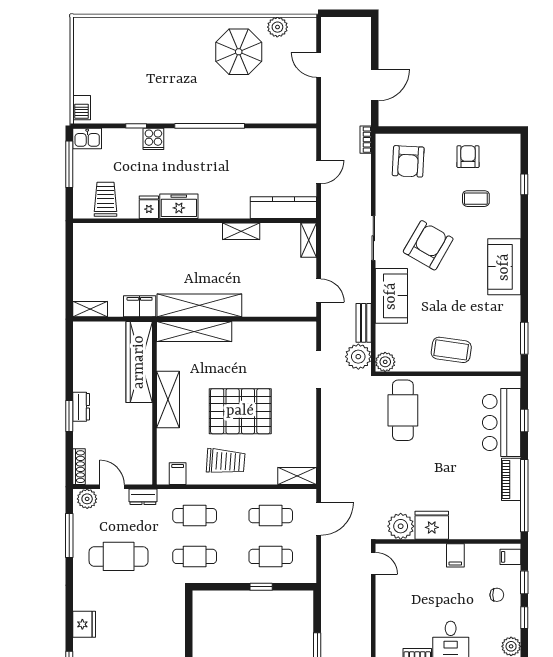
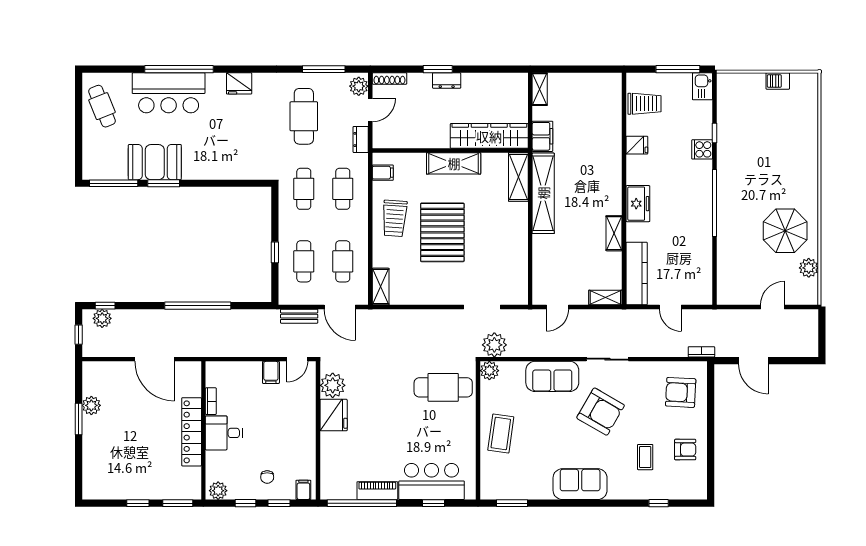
barbecue: (82, 108) -> (778, 81), moved
freezer: (179, 206) -> (638, 204), moved
bench: (364, 323) -> (299, 316), moved
shelving: (194, 332) -> (518, 177), width x0.68
filing cabinet: (455, 555) -> (271, 372), moved, turned -90

